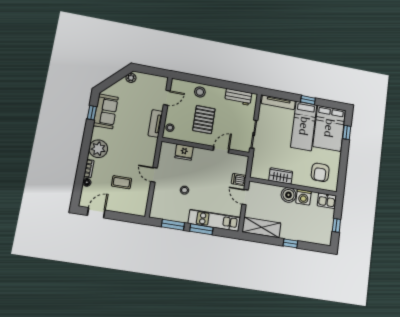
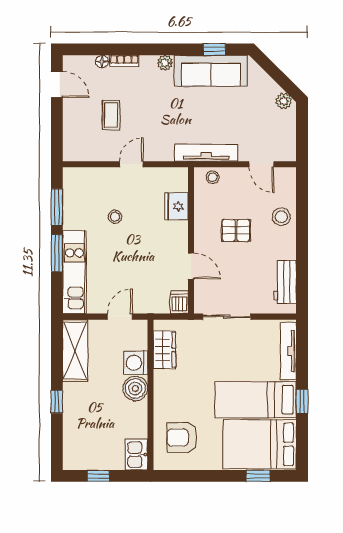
sofa: (106, 111) -> (211, 71), width x1.36
pallet: (204, 120) -> (236, 230), width x0.67, depth x0.71
tv unit: (155, 123) -> (206, 153), width x1.41
plant: (98, 149) -> (165, 63), width x0.53, depth x0.53
wardrobe: (281, 176) -> (165, 350), moved
dishwasher: (239, 180) -> (179, 302), moved
washing machine: (303, 197) -> (136, 363), moved

